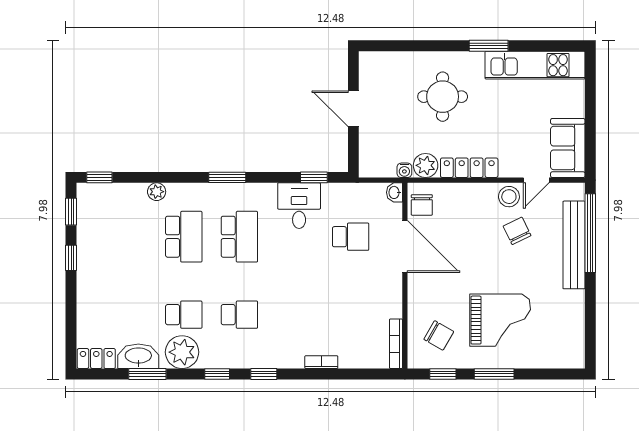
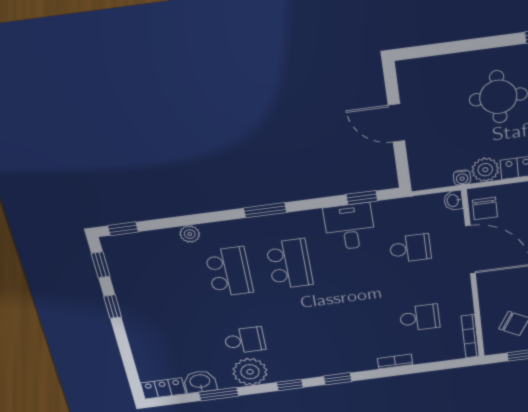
school desk: (239, 315) -> (420, 318), moved
washbasin: (138, 356) -> (200, 382), width x0.72

